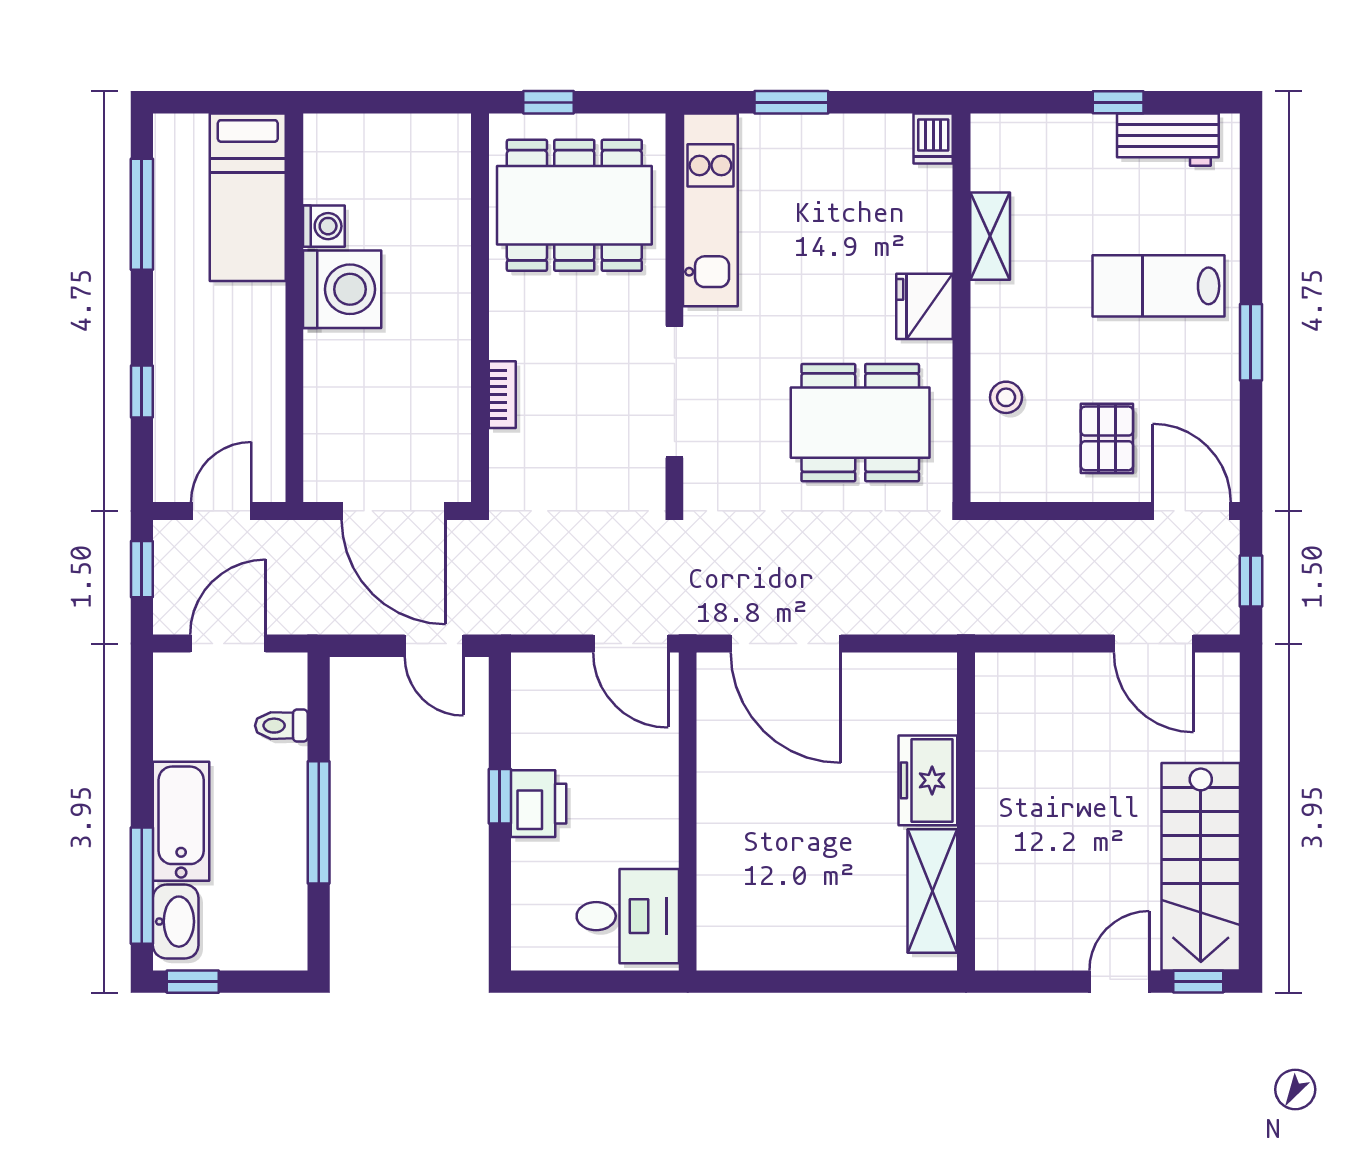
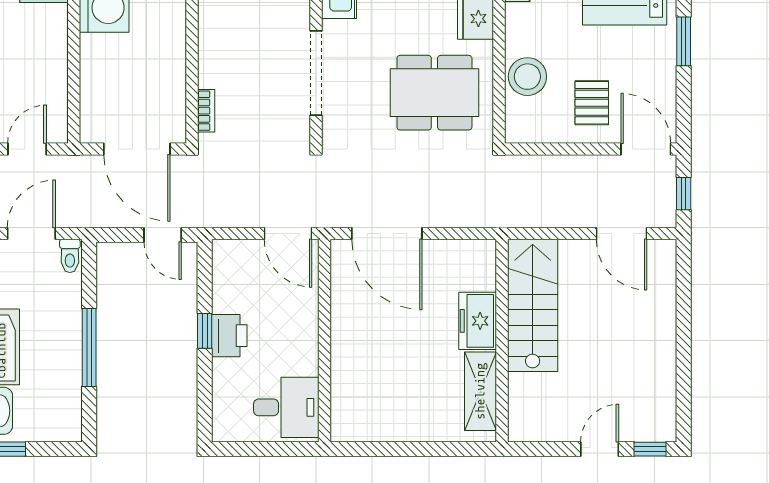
bookcase: (502, 395) -> (206, 111), moved
stool: (1006, 397) -> (527, 77), width x1.89, depth x1.89
toilet: (281, 726) -> (70, 256), moved, turned -90
stairs: (1201, 867) -> (533, 305), moved, turned 180

